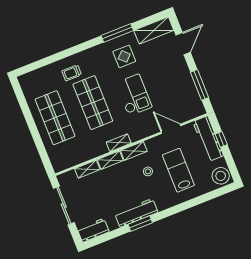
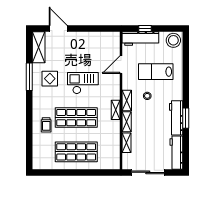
window: (199, 85) -> (95, 28), removed
workbench: (93, 230) -> (176, 153), width x1.38

